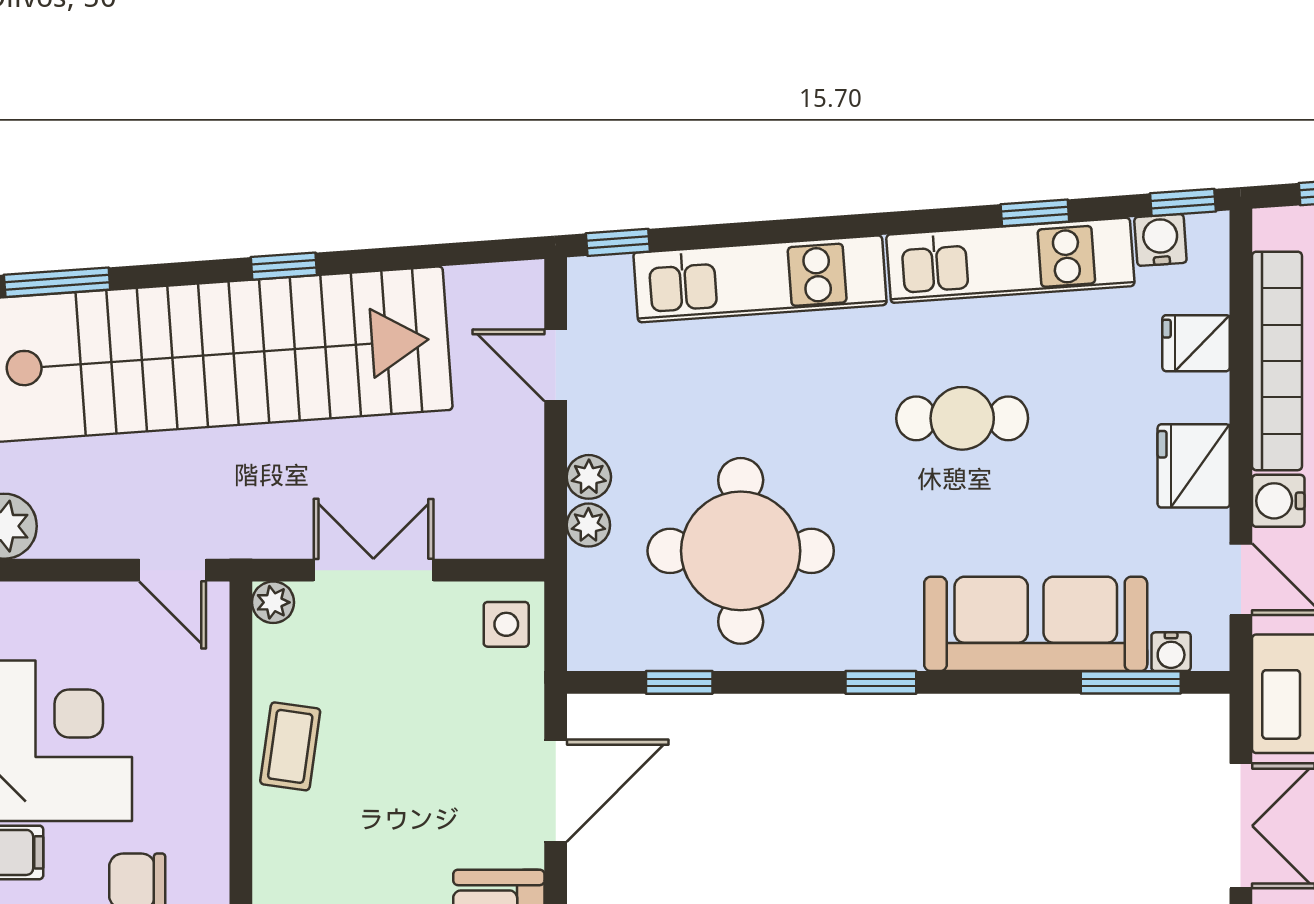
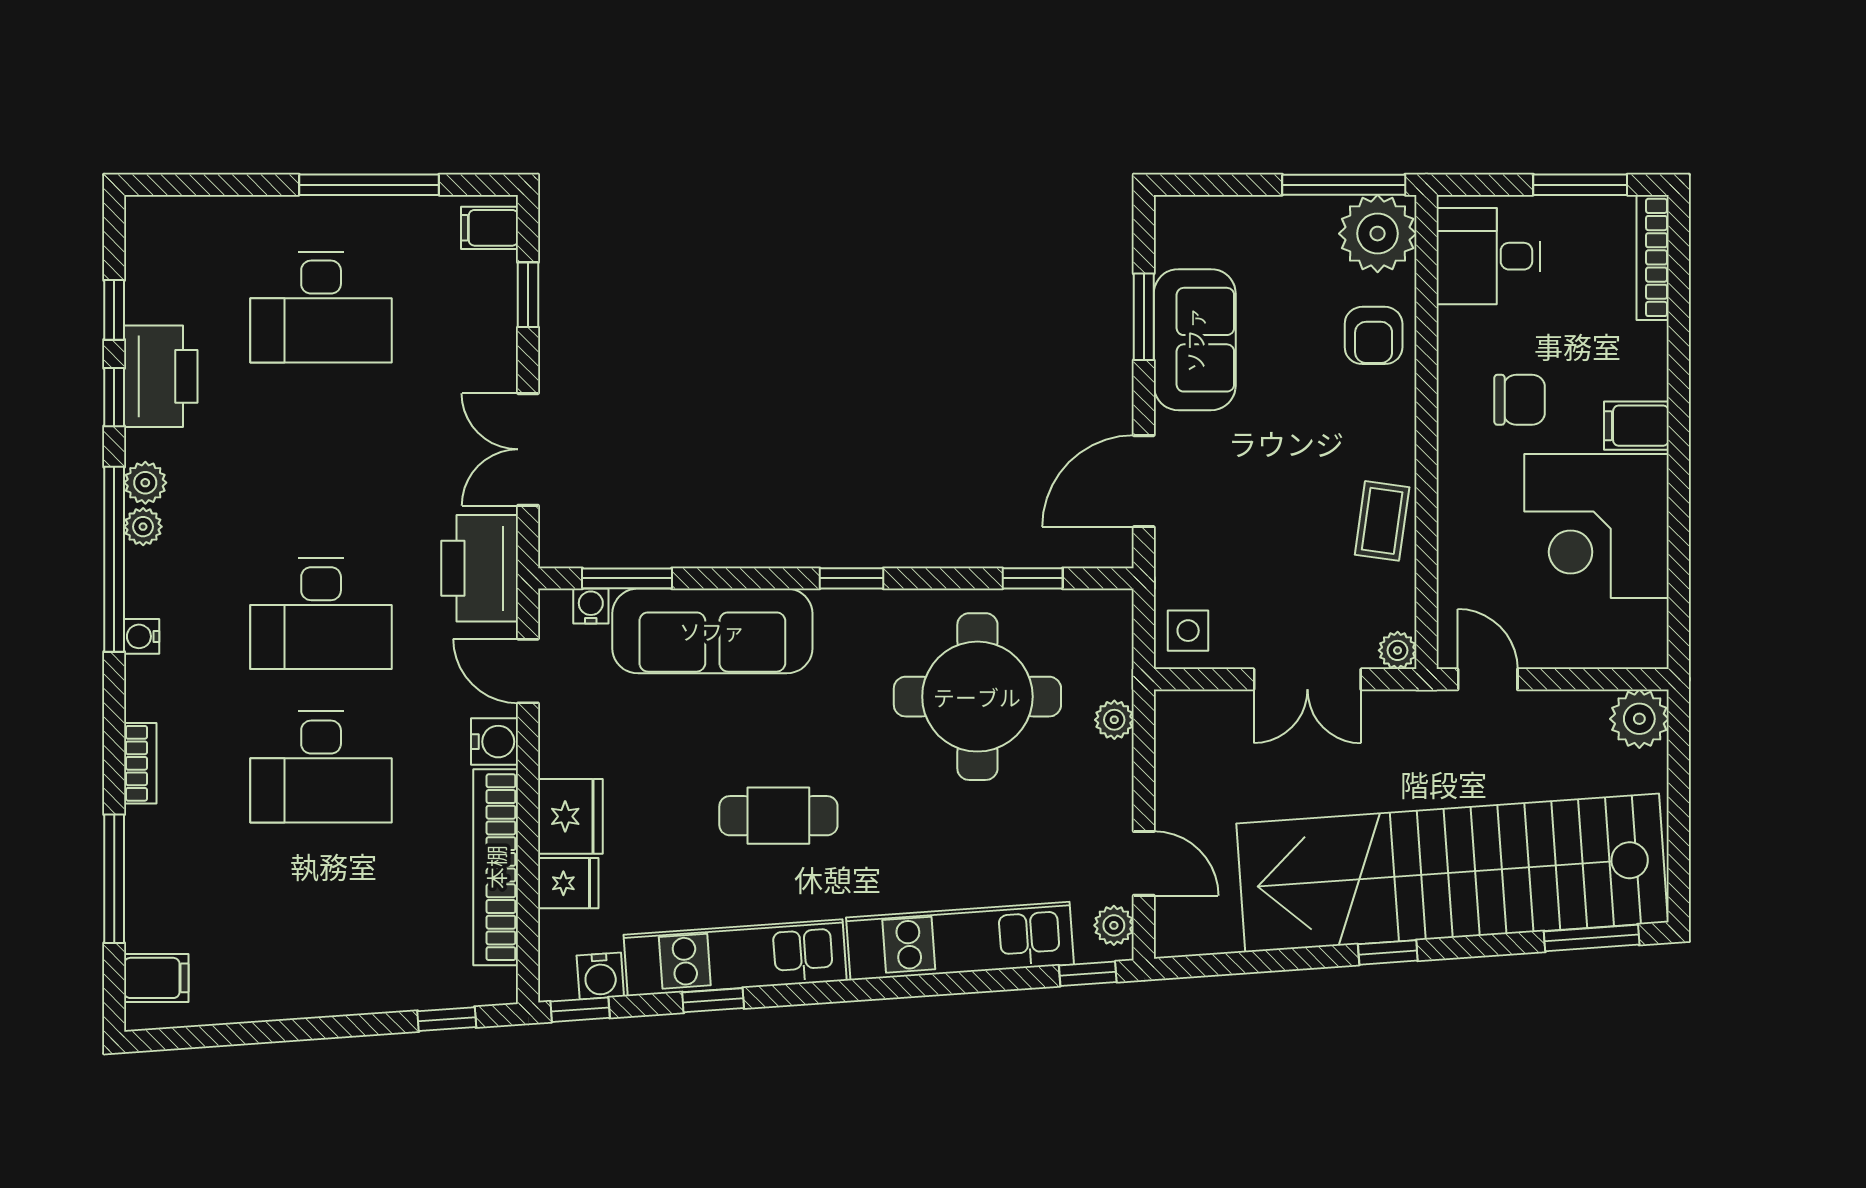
fridge: (1194, 466) -> (570, 816), moved
plant: (589, 477) -> (1114, 925), moved

